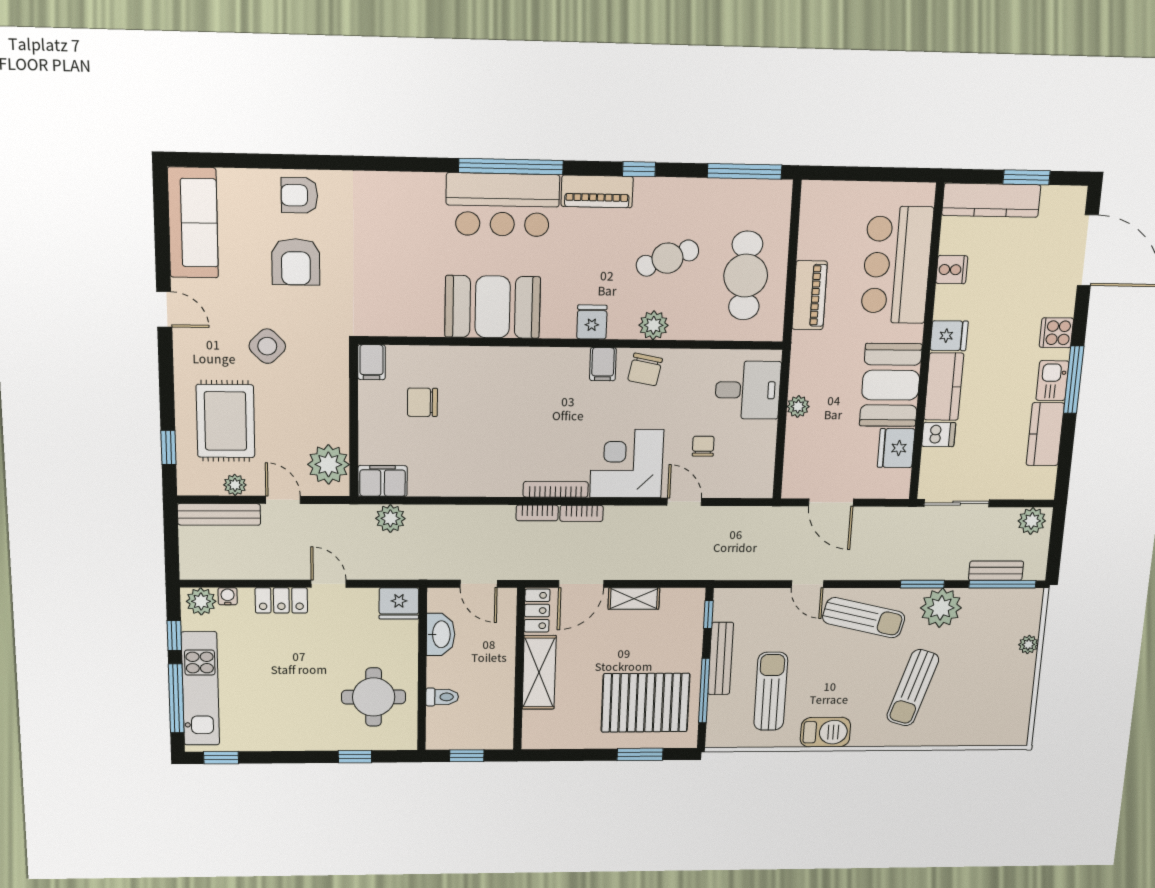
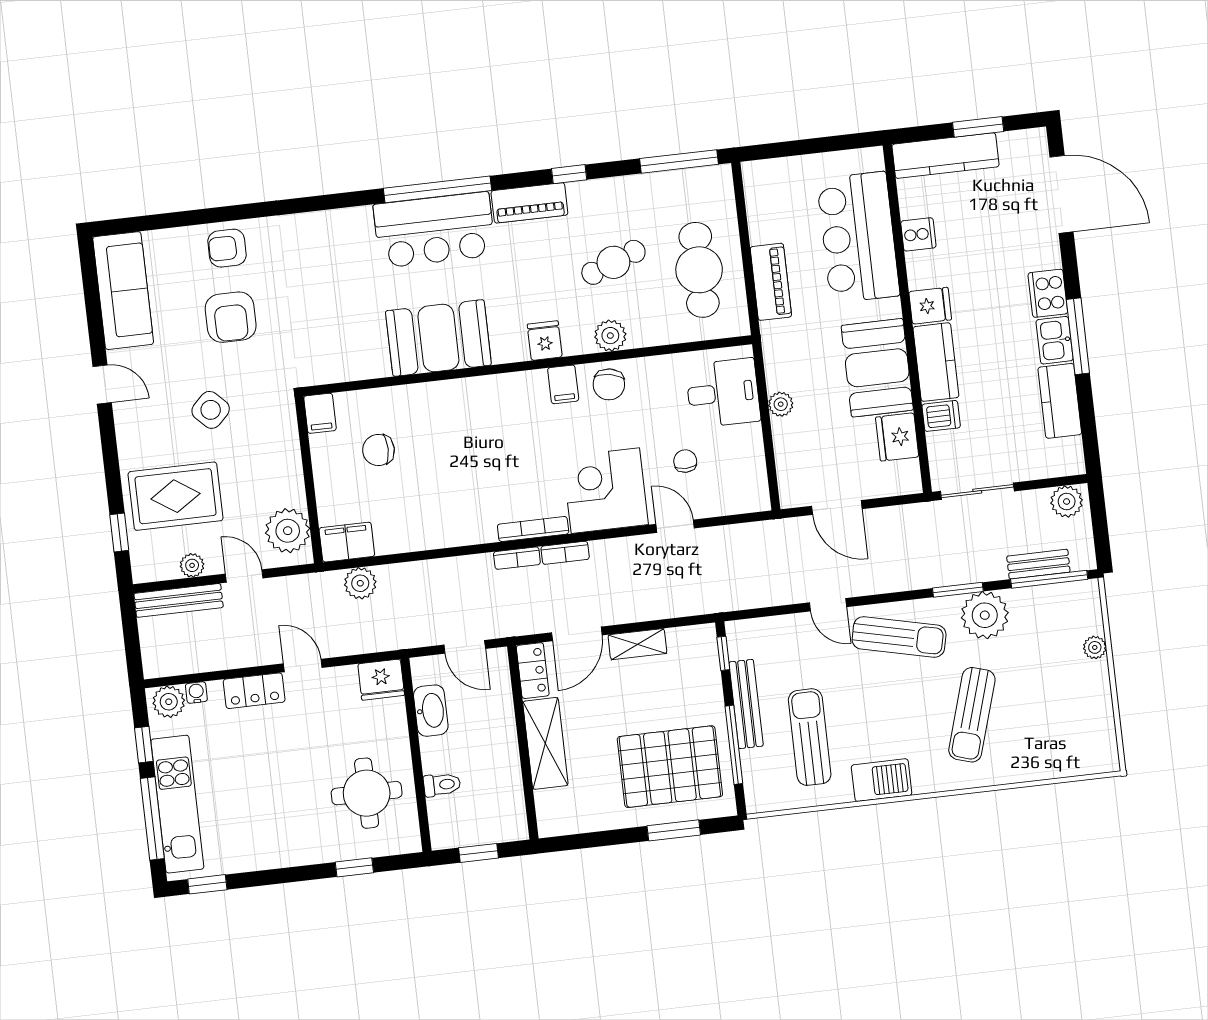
cooker: (1056, 333) -> (1048, 293), width x1.36
rug: (225, 421) -> (176, 496), turned 90

